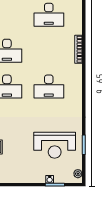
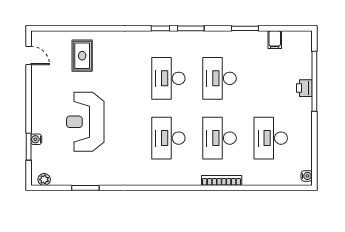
desk: (49, 51) -> (220, 138), added
reception desk: (55, 145) -> (85, 122), moved

